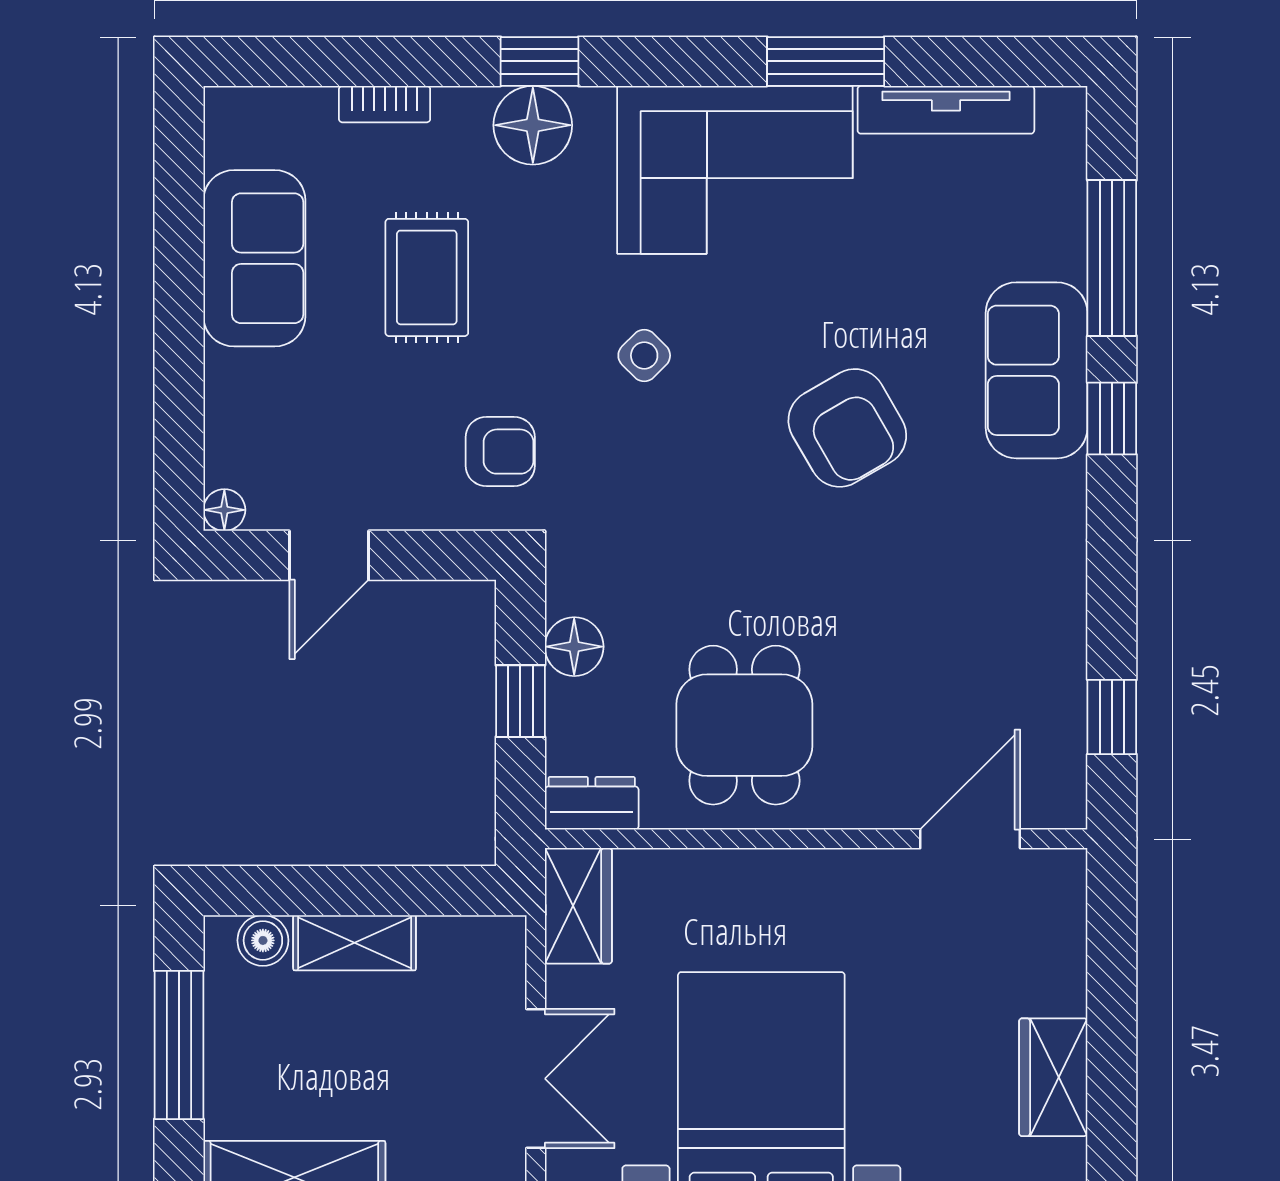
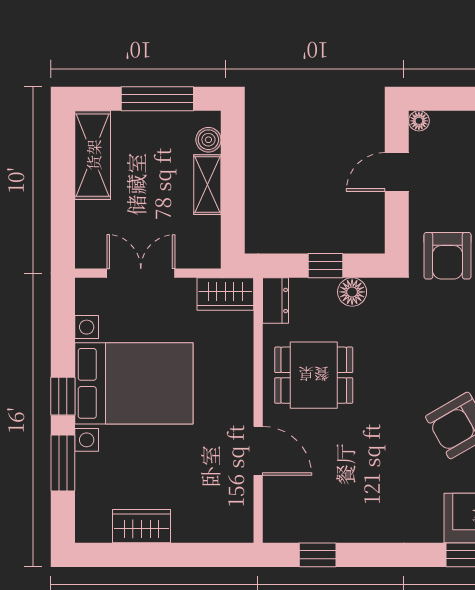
armchair: (500, 452) -> (448, 256), width x1.38, depth x1.38
door: (329, 555) -> (397, 172), hinge flipped
door: (970, 839) -> (258, 451), moved
double door: (536, 1079) -> (141, 273), swing flipped

